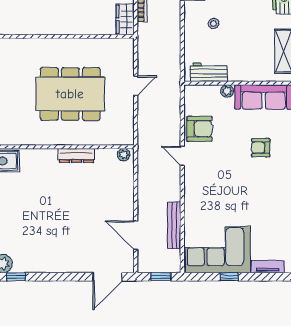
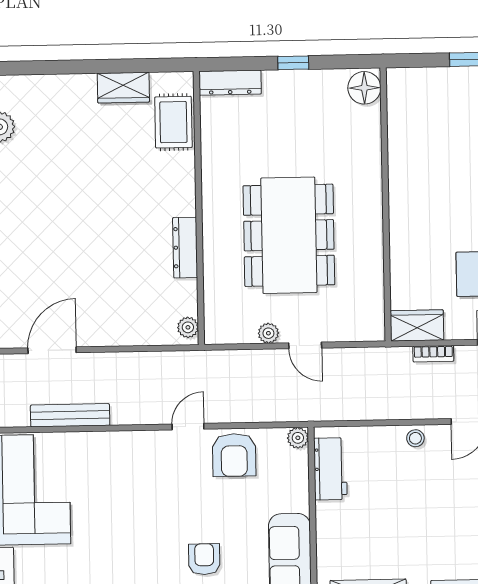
stool: (213, 23) -> (415, 438), moved
plant: (227, 91) -> (298, 438), moved
plant: (128, 107) -> (268, 333), added

